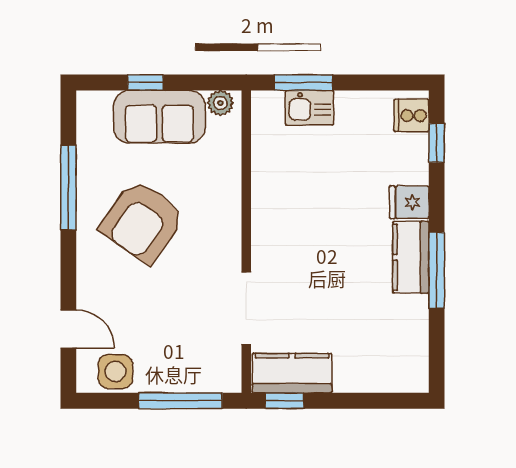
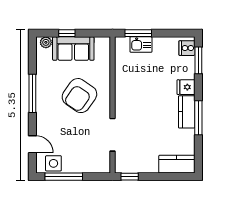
plant: (220, 103) -> (46, 42), moved
window: (437, 143) -> (198, 60), width x1.50
window: (68, 188) -> (32, 93), moved
armchair: (143, 221) -> (79, 96), moved
kitchen counter: (292, 373) -> (177, 164), moved
window: (180, 401) -> (64, 177), moved

